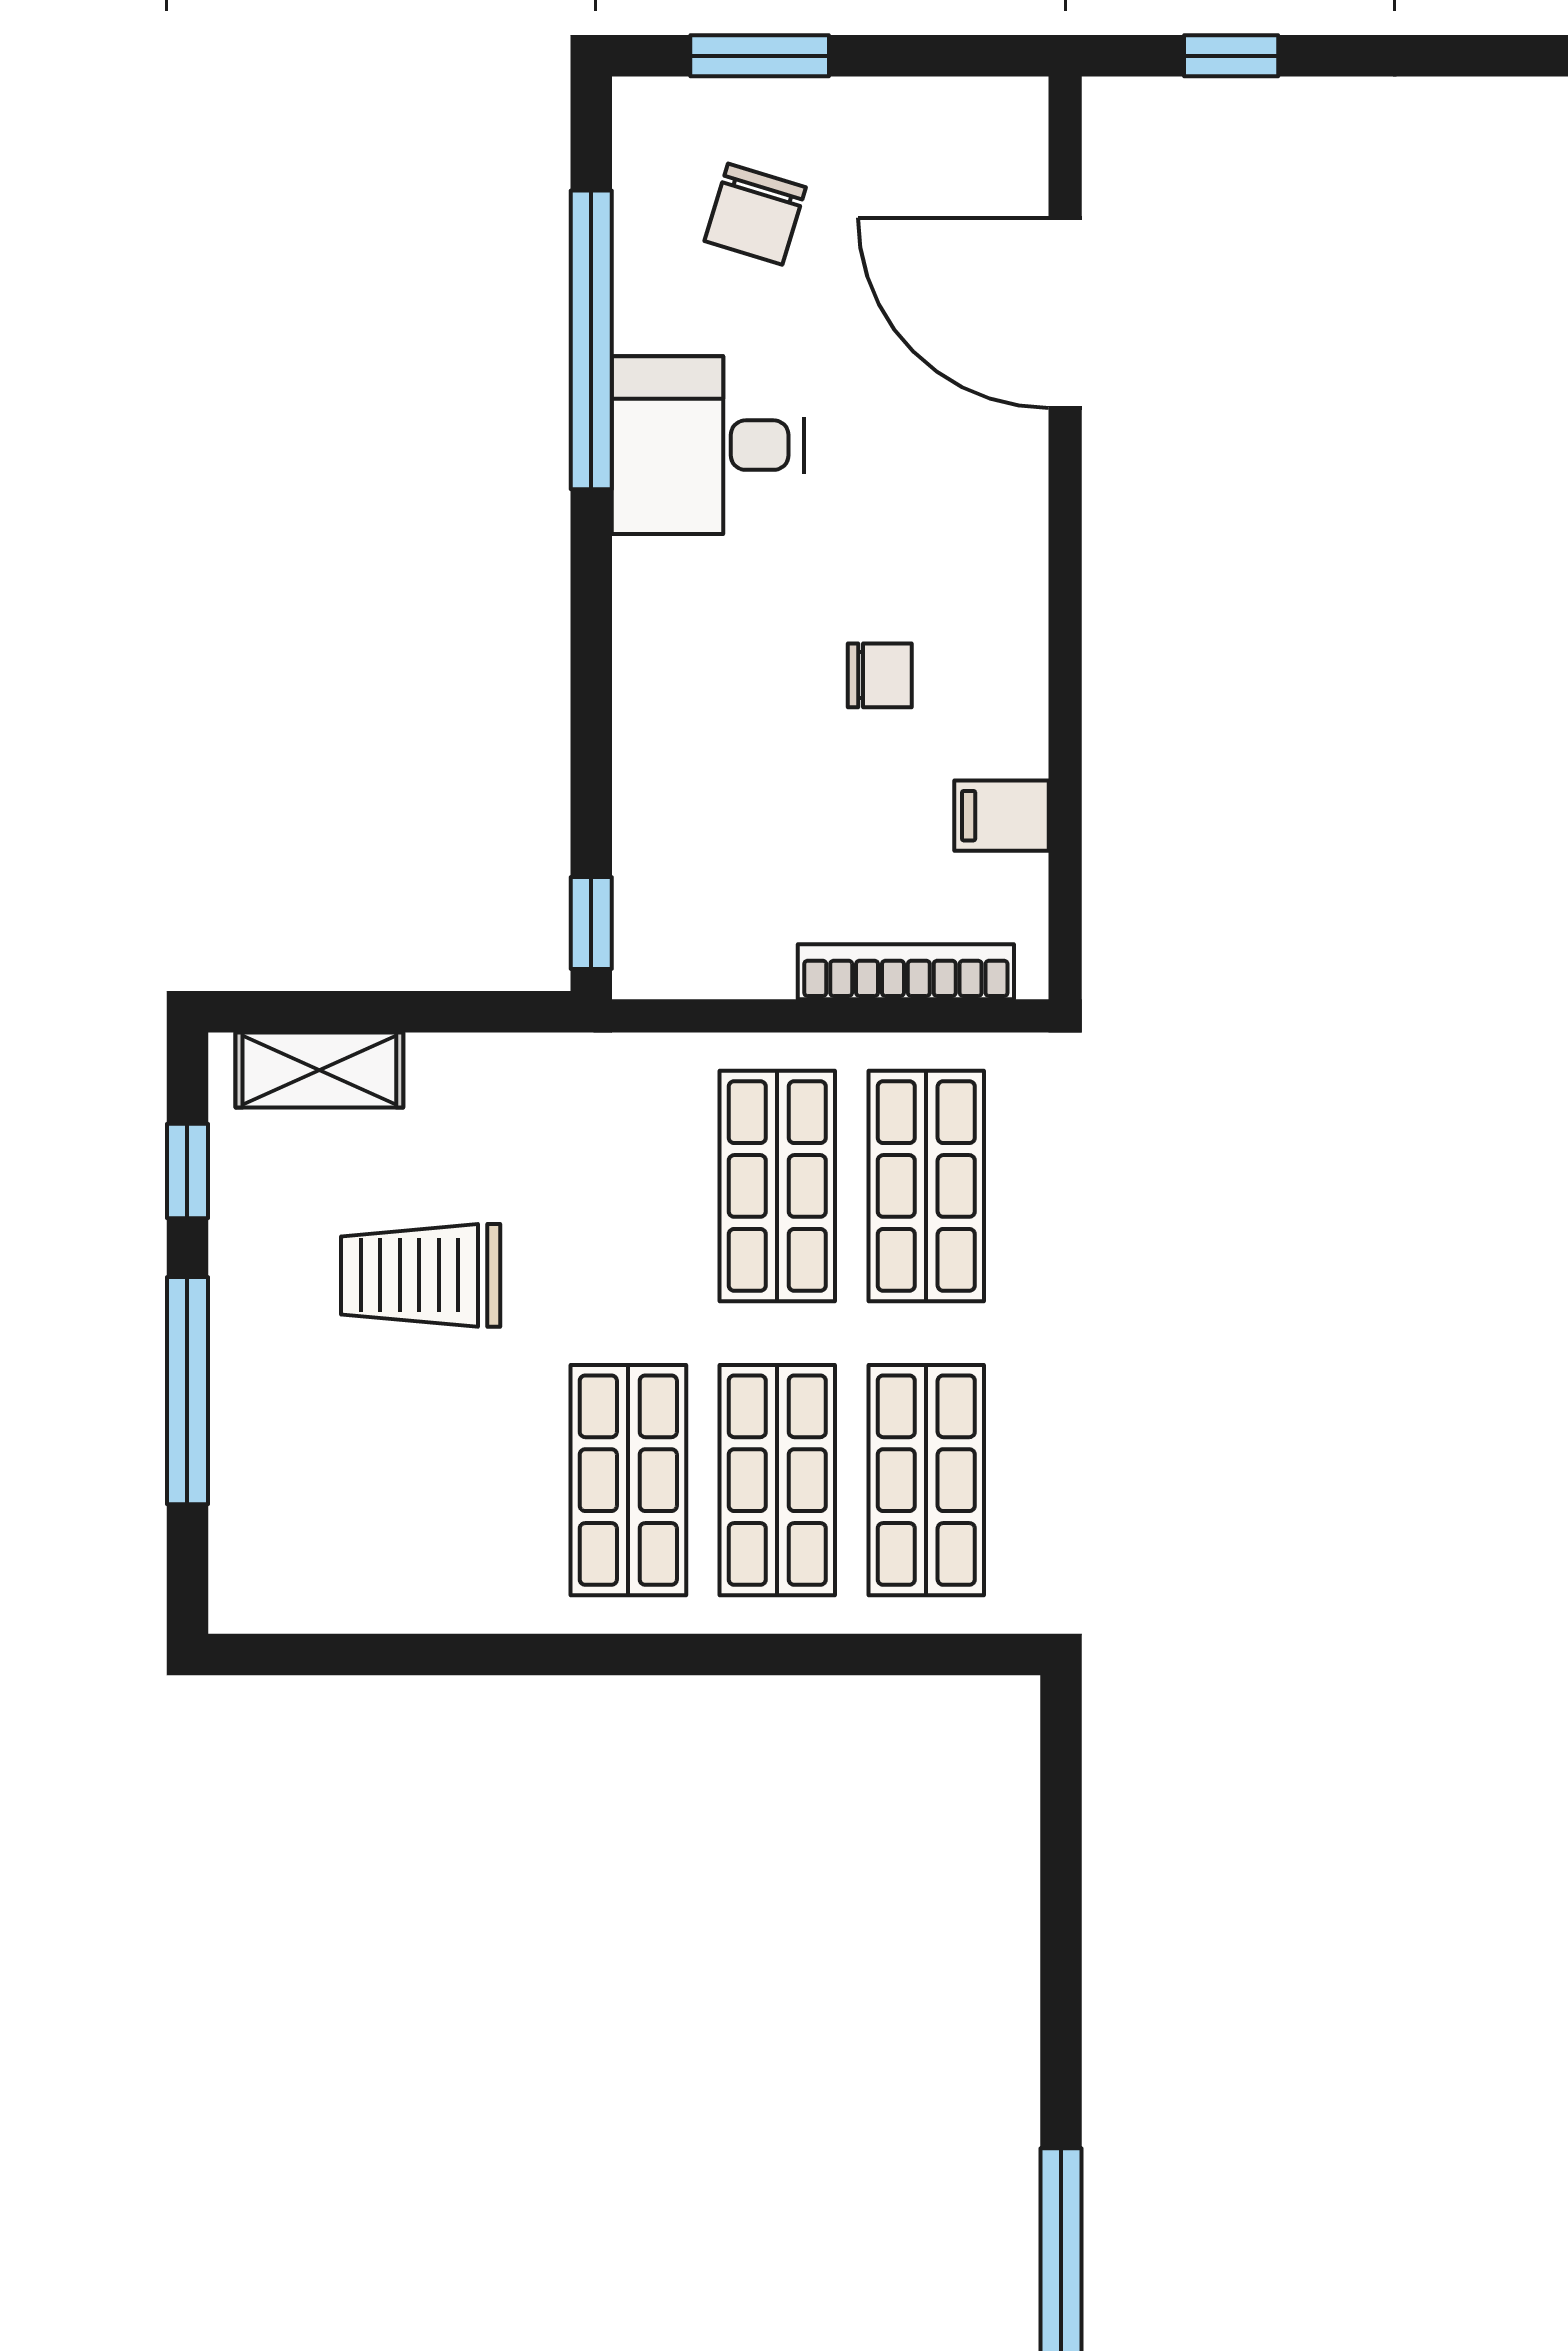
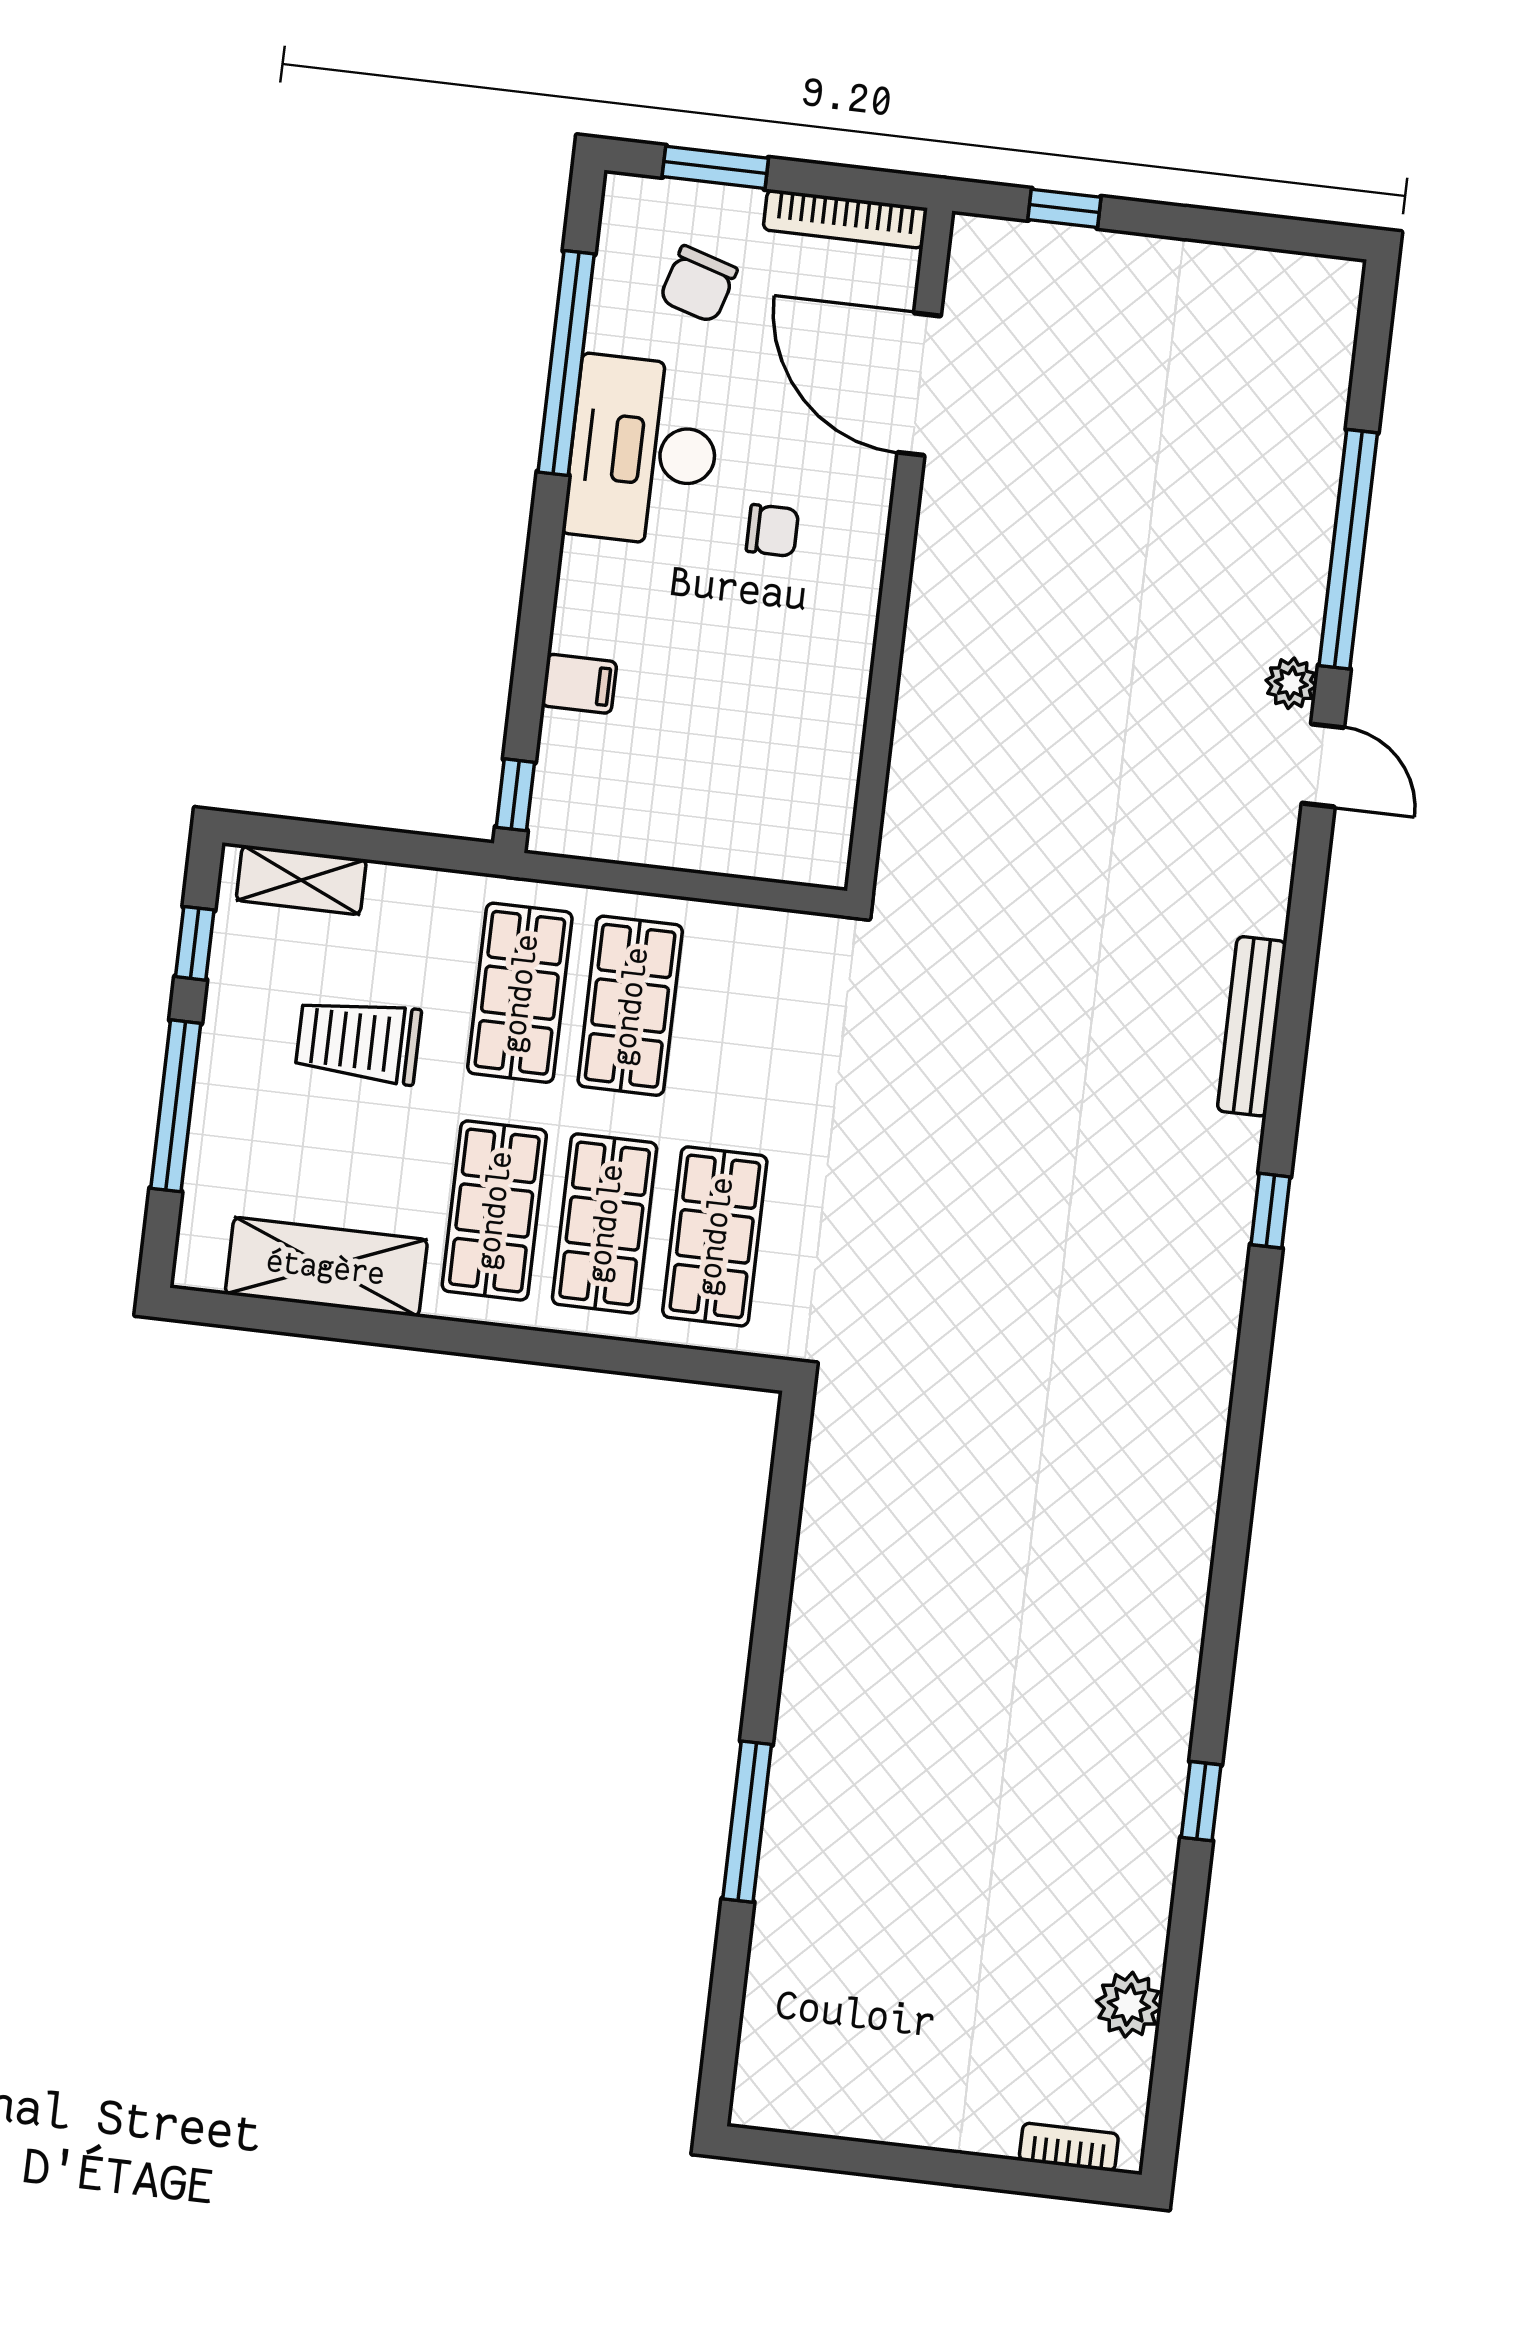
desk: (708, 445) -> (643, 451), width x1.37
chair: (880, 675) -> (772, 530), moved
filing cabinet: (1002, 816) -> (579, 684), moved, turned 180
bookcase: (906, 972) -> (845, 219), moved, turned 180
shop shelf: (926, 1186) -> (520, 993), moved
shelving: (413, 1581) -> (326, 1267), added

